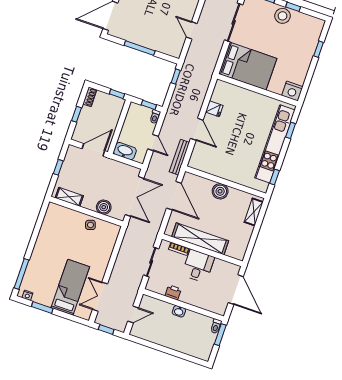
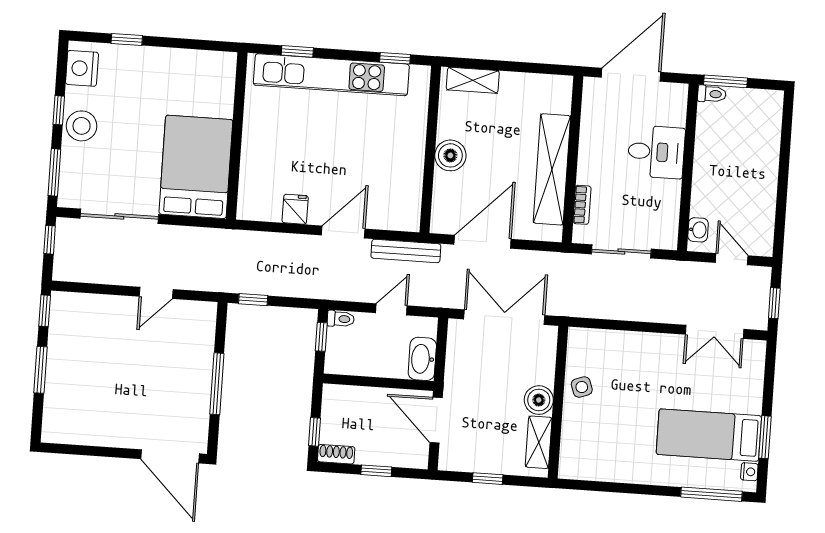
nightstand: (292, 91) -> (82, 68), moved, turned 180
window: (117, 94) -> (315, 432), moved
boiler: (104, 207) -> (539, 400), moved
desk: (198, 266) -> (656, 152), moved, turned 180
bed: (70, 287) -> (709, 435), moved
printer: (173, 292) -> (669, 194), removed
washbasin: (179, 311) -> (698, 230), moved

